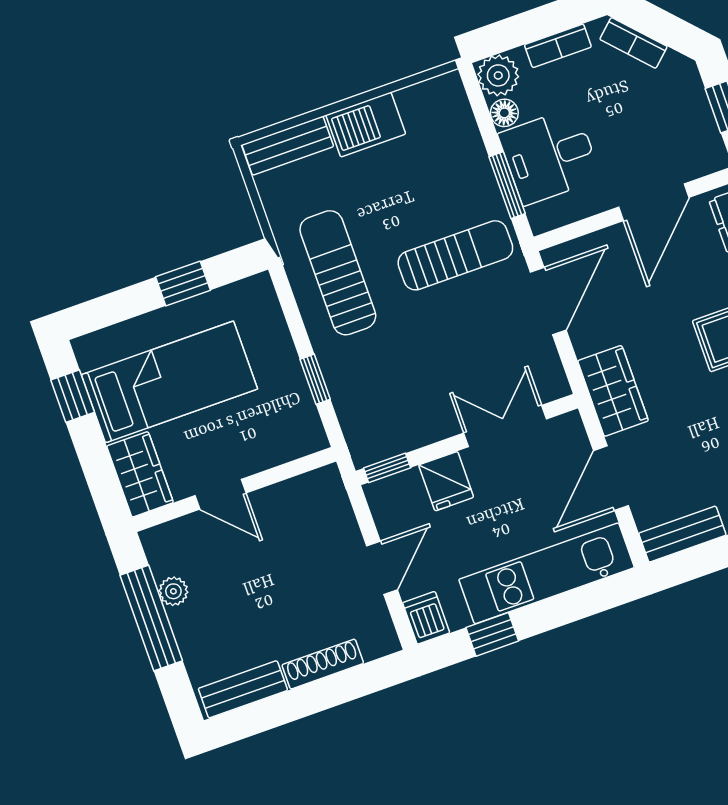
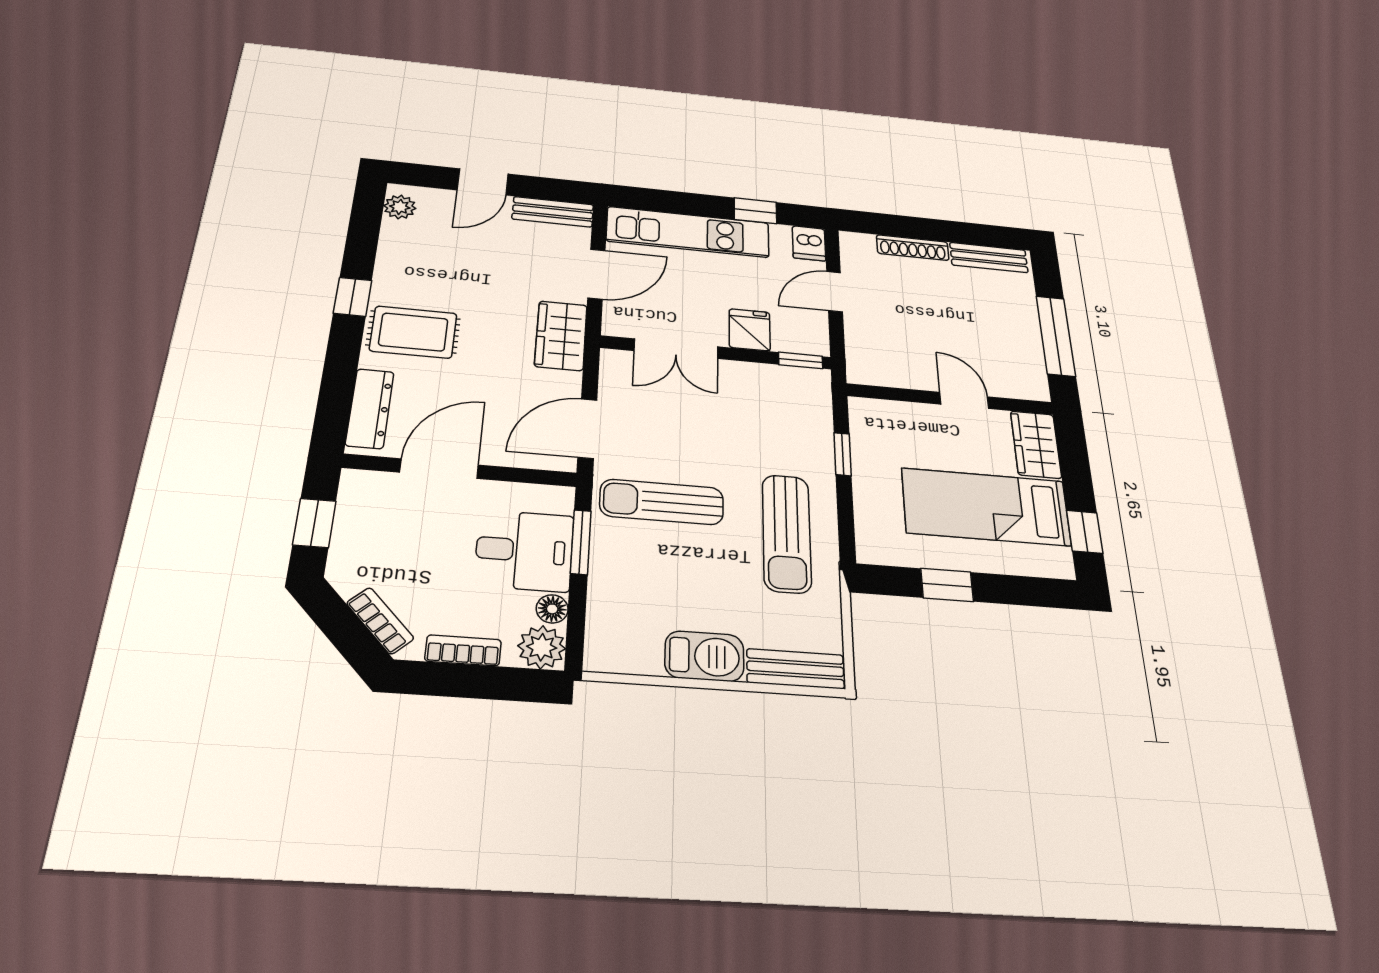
plant: (173, 591) -> (1030, 347), removed

